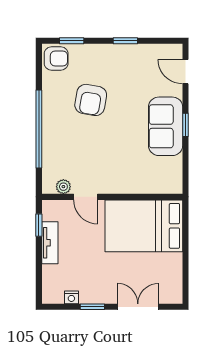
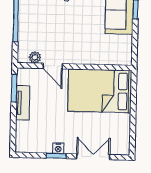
window: (39, 225) -> (14, 88), width x1.50
nightstand: (71, 297) -> (58, 148), moved

